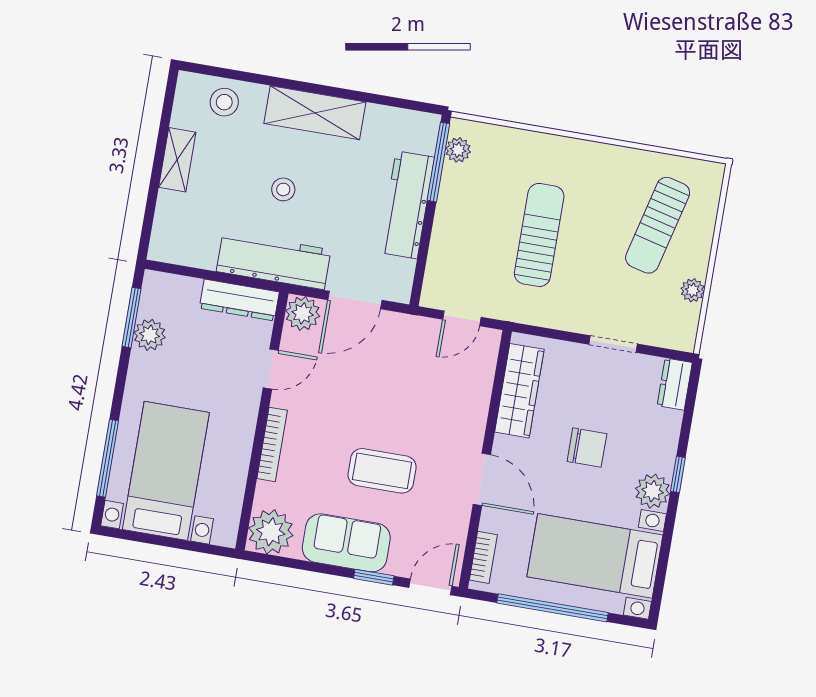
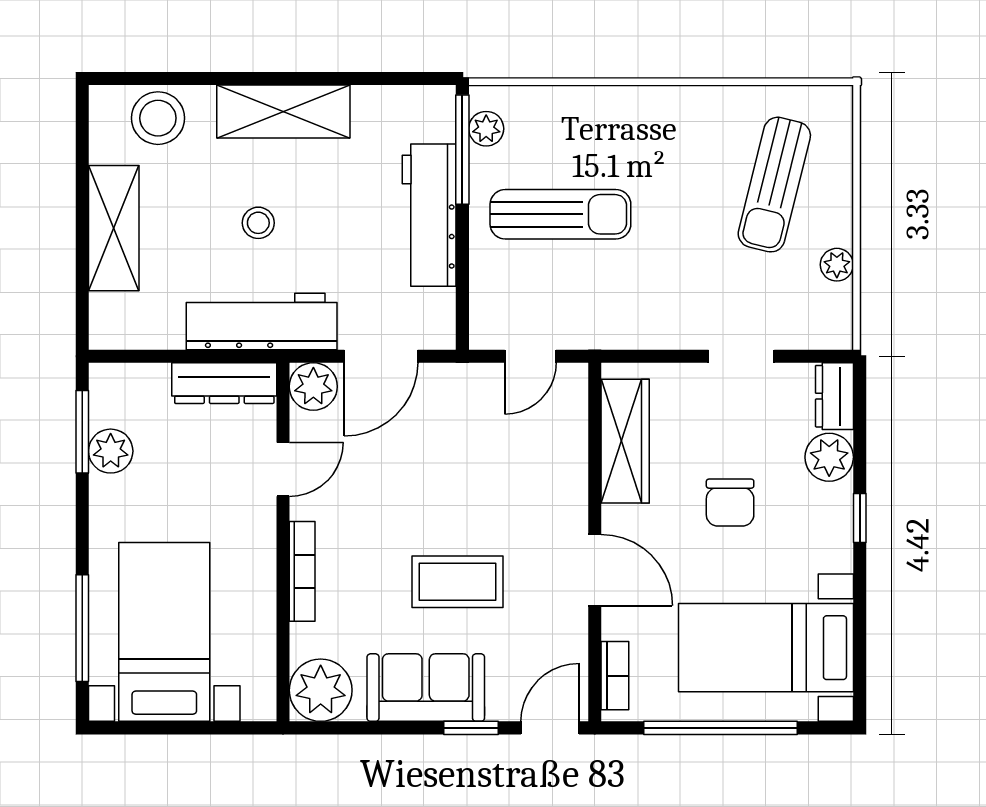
stool: (224, 102) -> (158, 118), width x1.38, depth x1.38
shelving: (177, 160) -> (114, 228), width x1.50, depth x1.33
sun lounger: (539, 235) -> (560, 214), moved, turned 90
chair: (587, 448) -> (730, 503), turned 90
plant: (653, 491) -> (829, 457), moved

